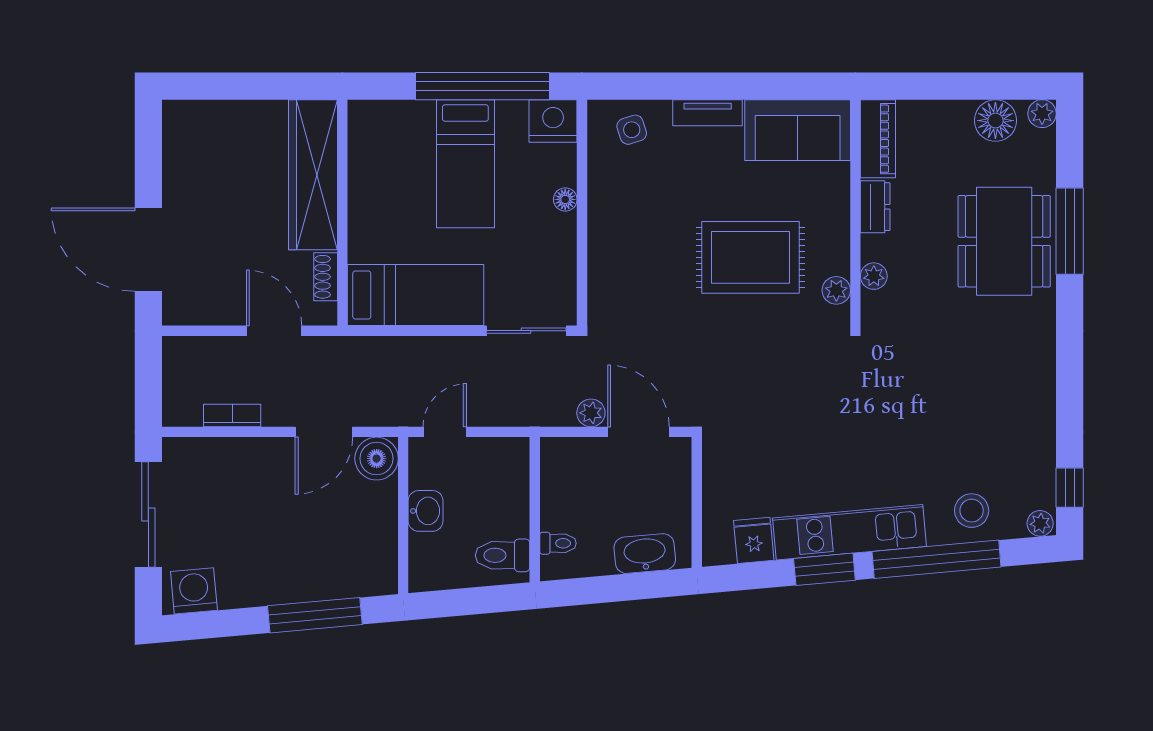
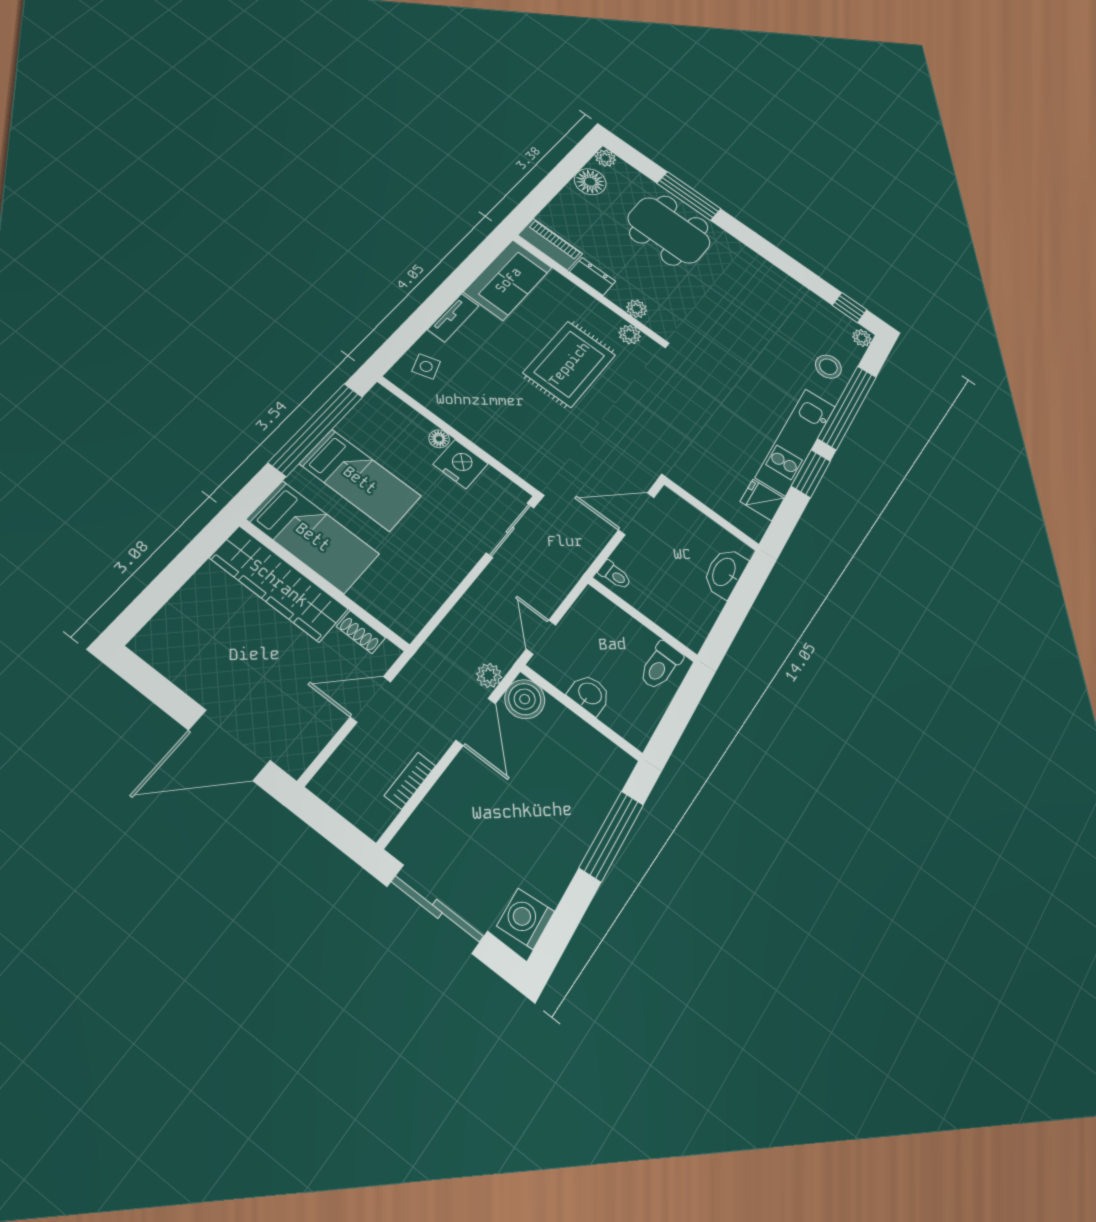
nightstand: (553, 121) -> (460, 464), moved, turned 90
bed: (416, 295) -> (313, 537), moved, turned 90
plant: (591, 413) -> (489, 675), moved
toilet: (558, 543) -> (615, 575), moved, turned 90

